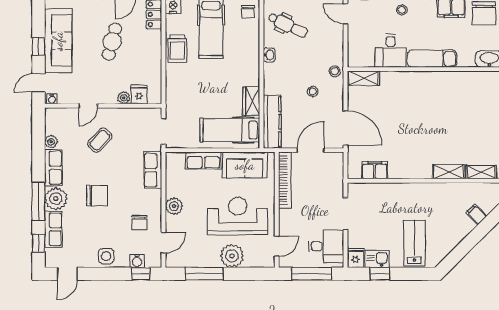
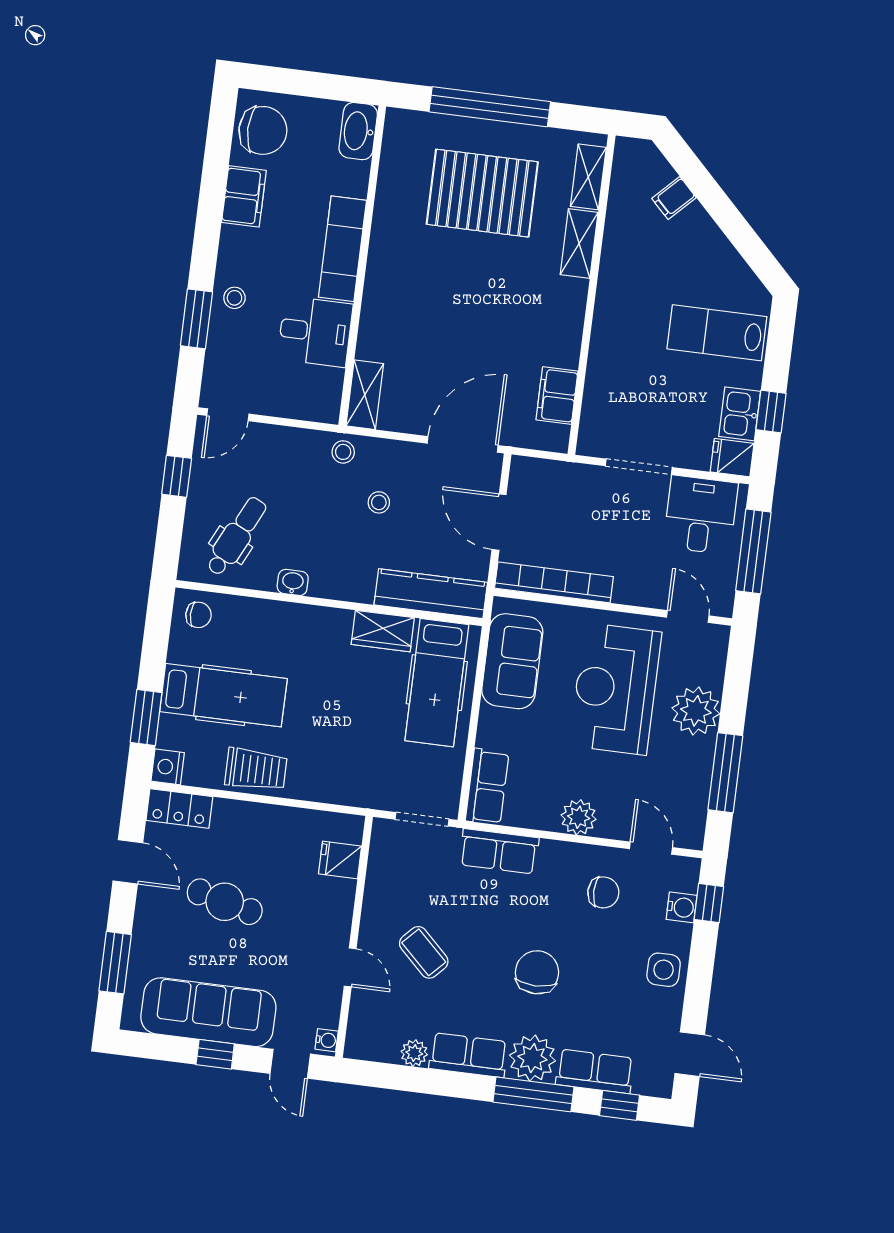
plant: (124, 98) -> (343, 892), removed
pallet: (467, 122) -> (482, 193), added
row of seats: (203, 160) -> (487, 787), moved

